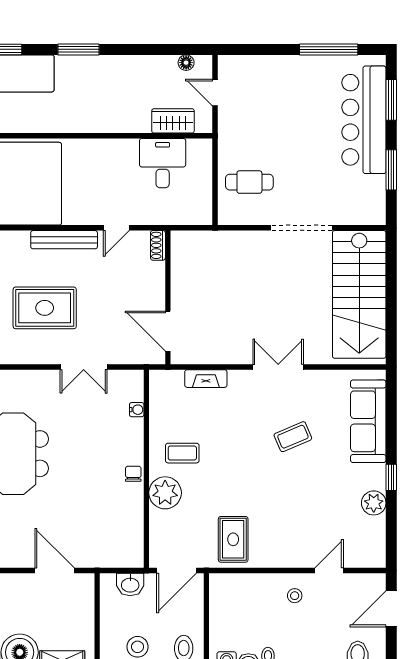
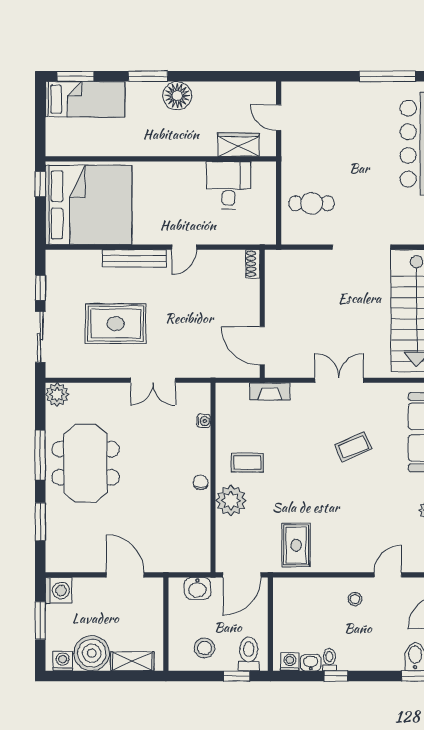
floor lamp: (186, 63) -> (177, 96), moved, width x1.89, depth x1.89
shoe rack: (158, 245) -> (253, 264), moved
wall: (168, 297) -> (262, 314), moved
door: (168, 331) -> (262, 346), moved

